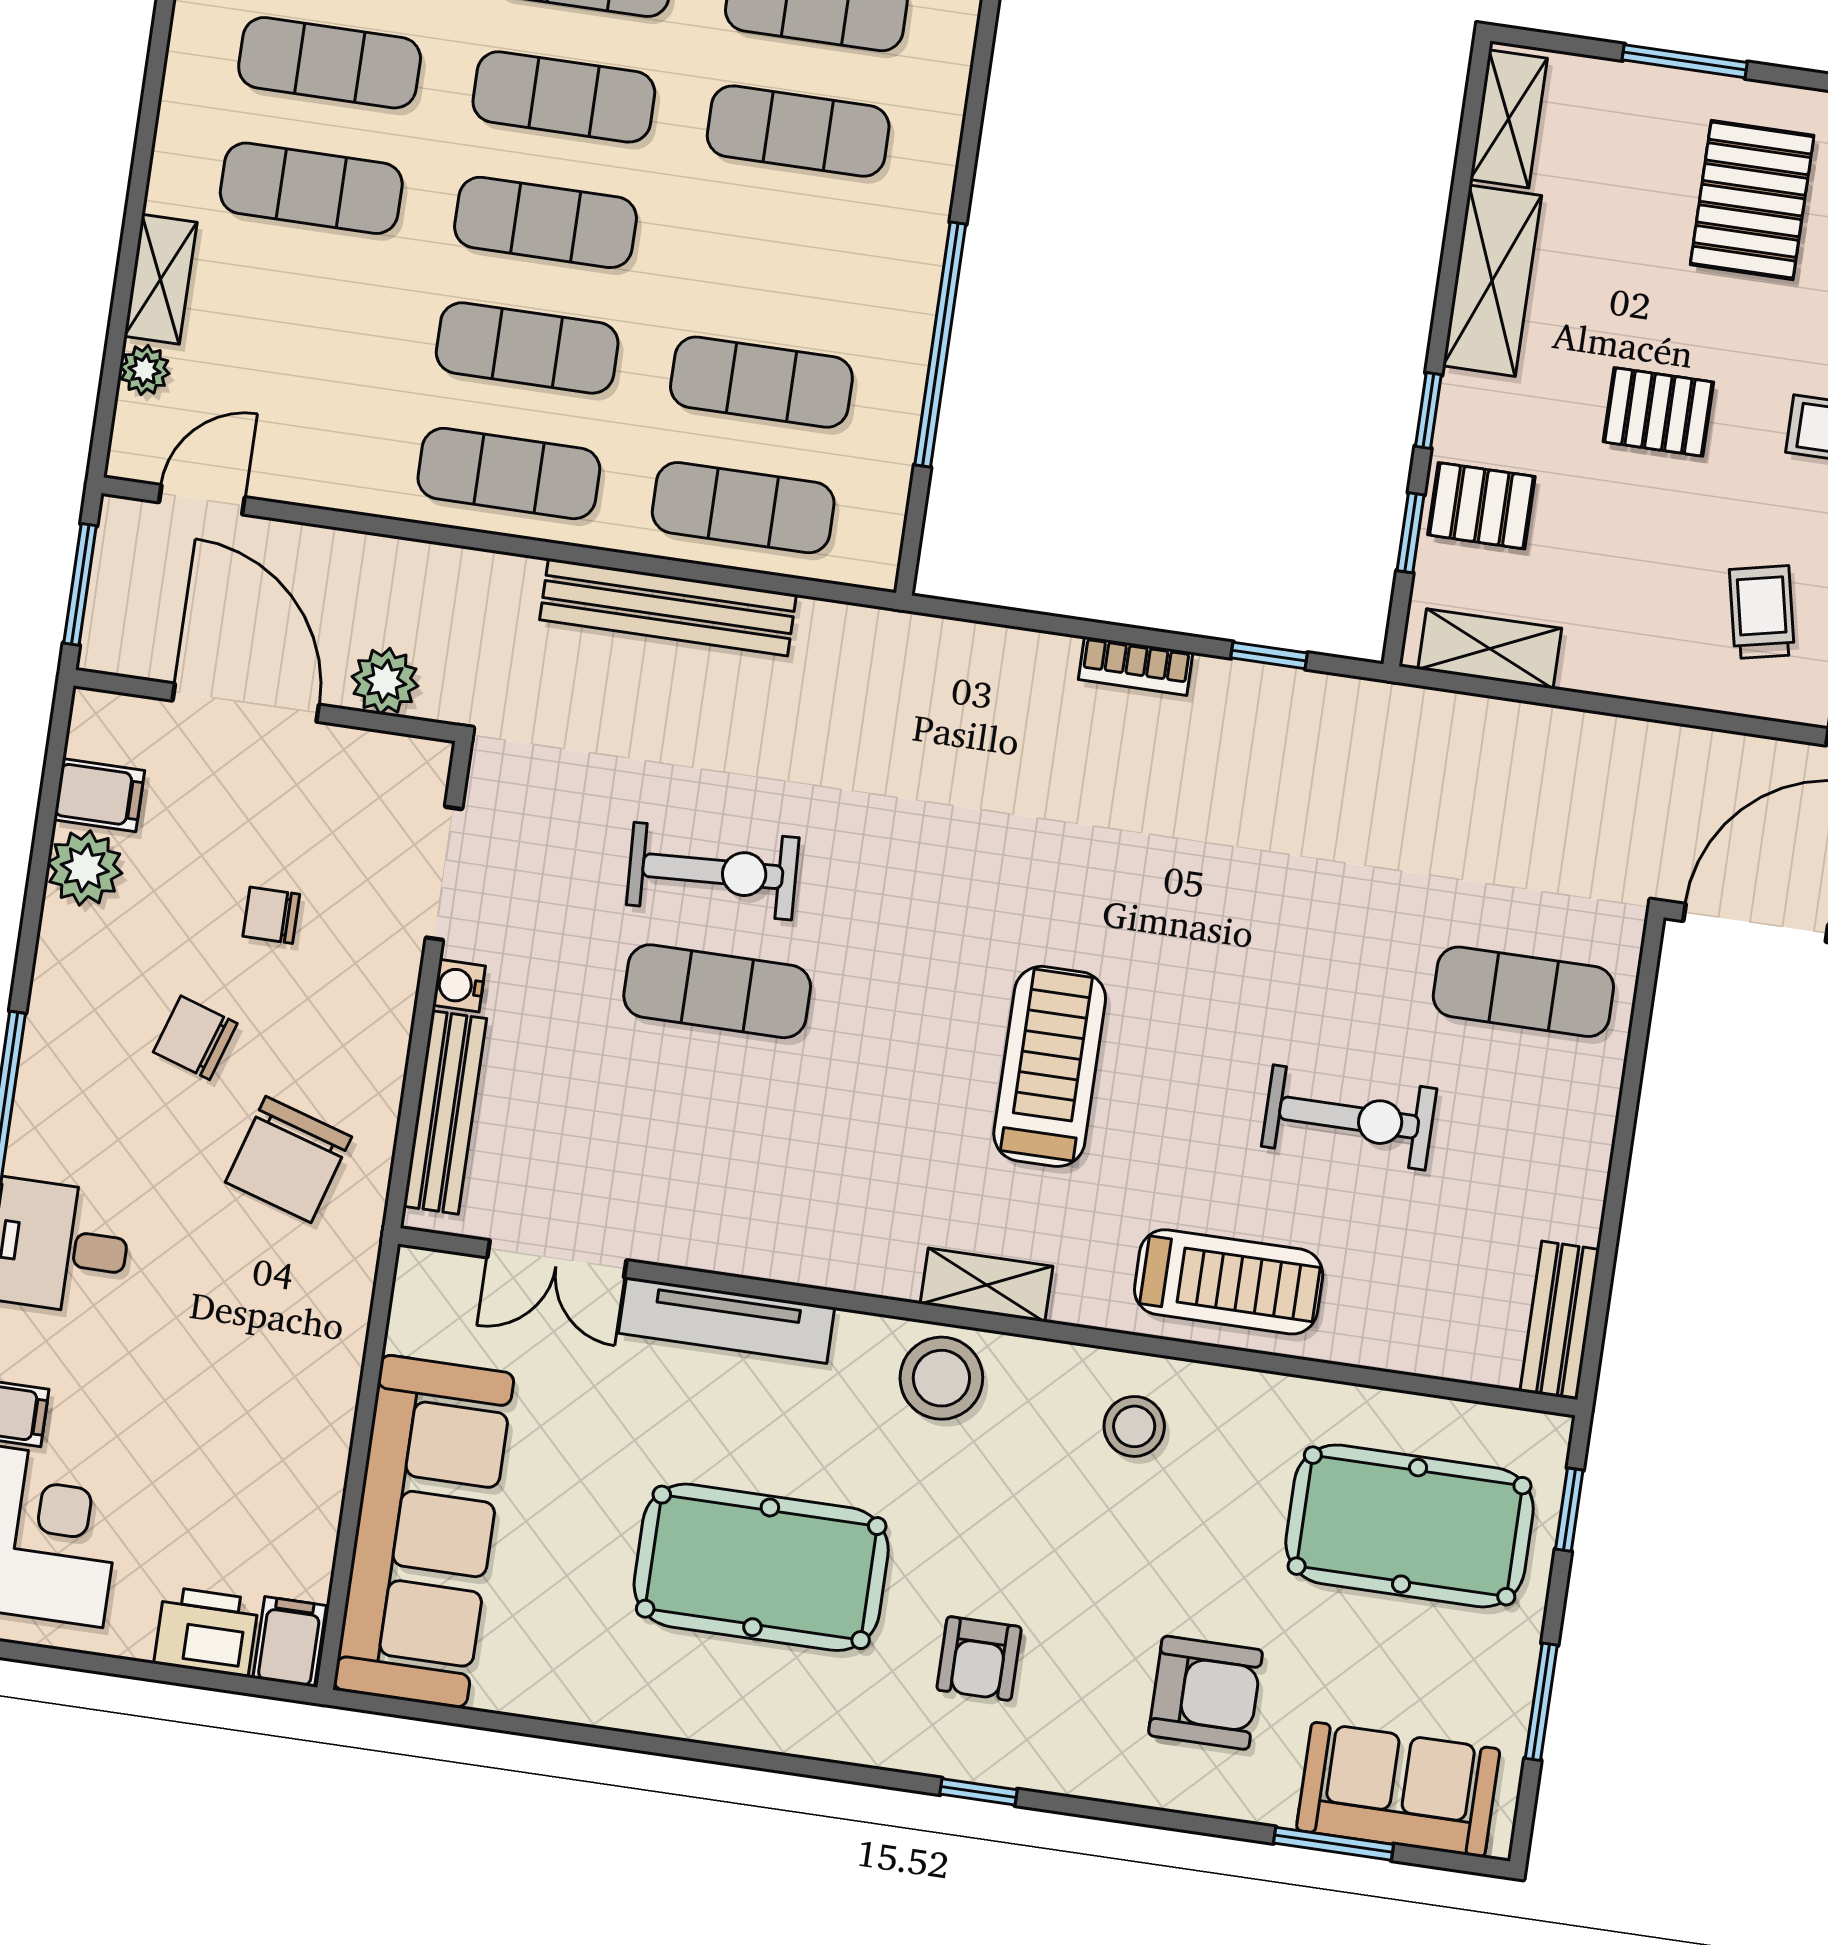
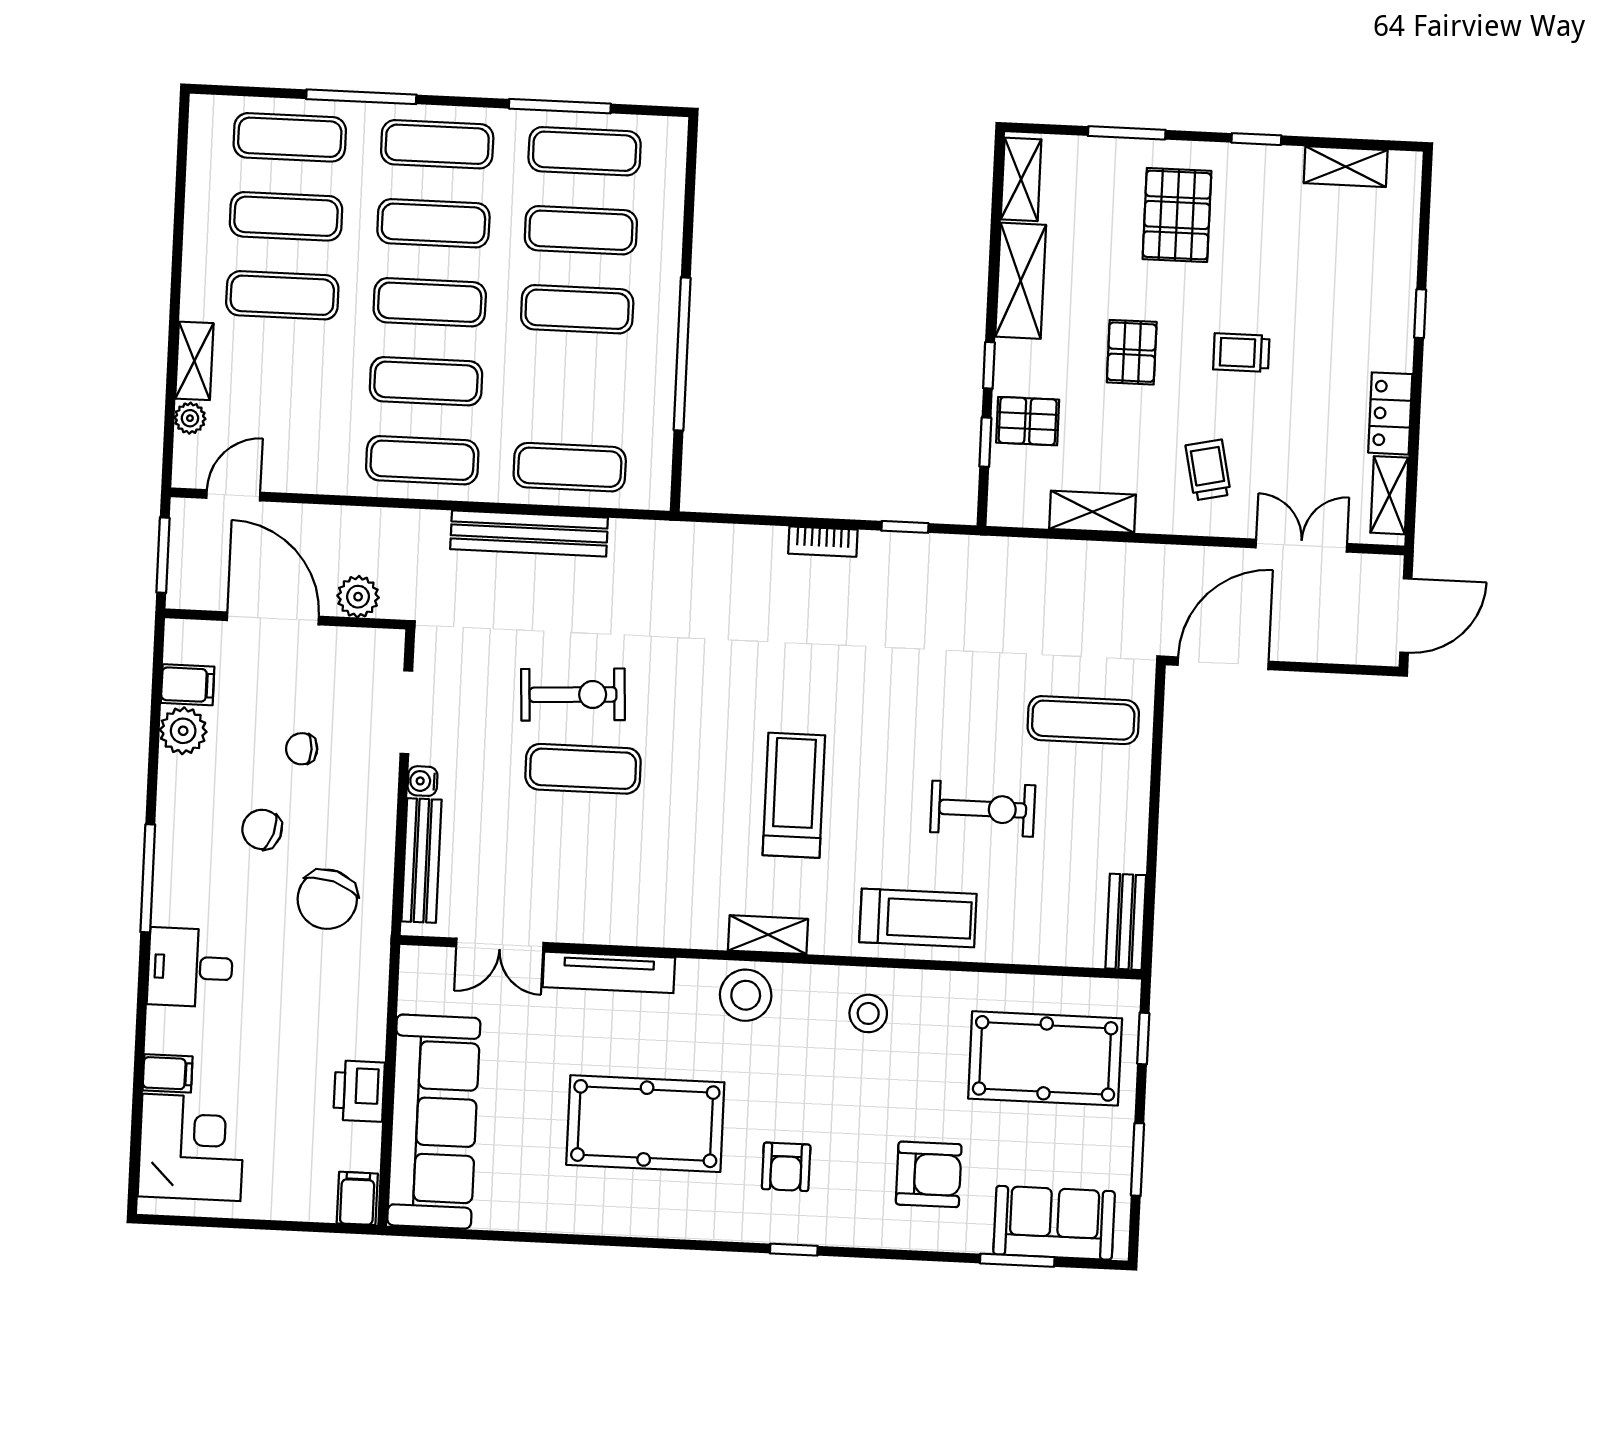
exercise mat: (761, 382) -> (577, 309), moved
pallet: (1658, 412) -> (1132, 352), turned 90
shelving: (1490, 649) -> (1093, 512), moved
printer: (206, 1632) -> (359, 1091), moved, turned -90

